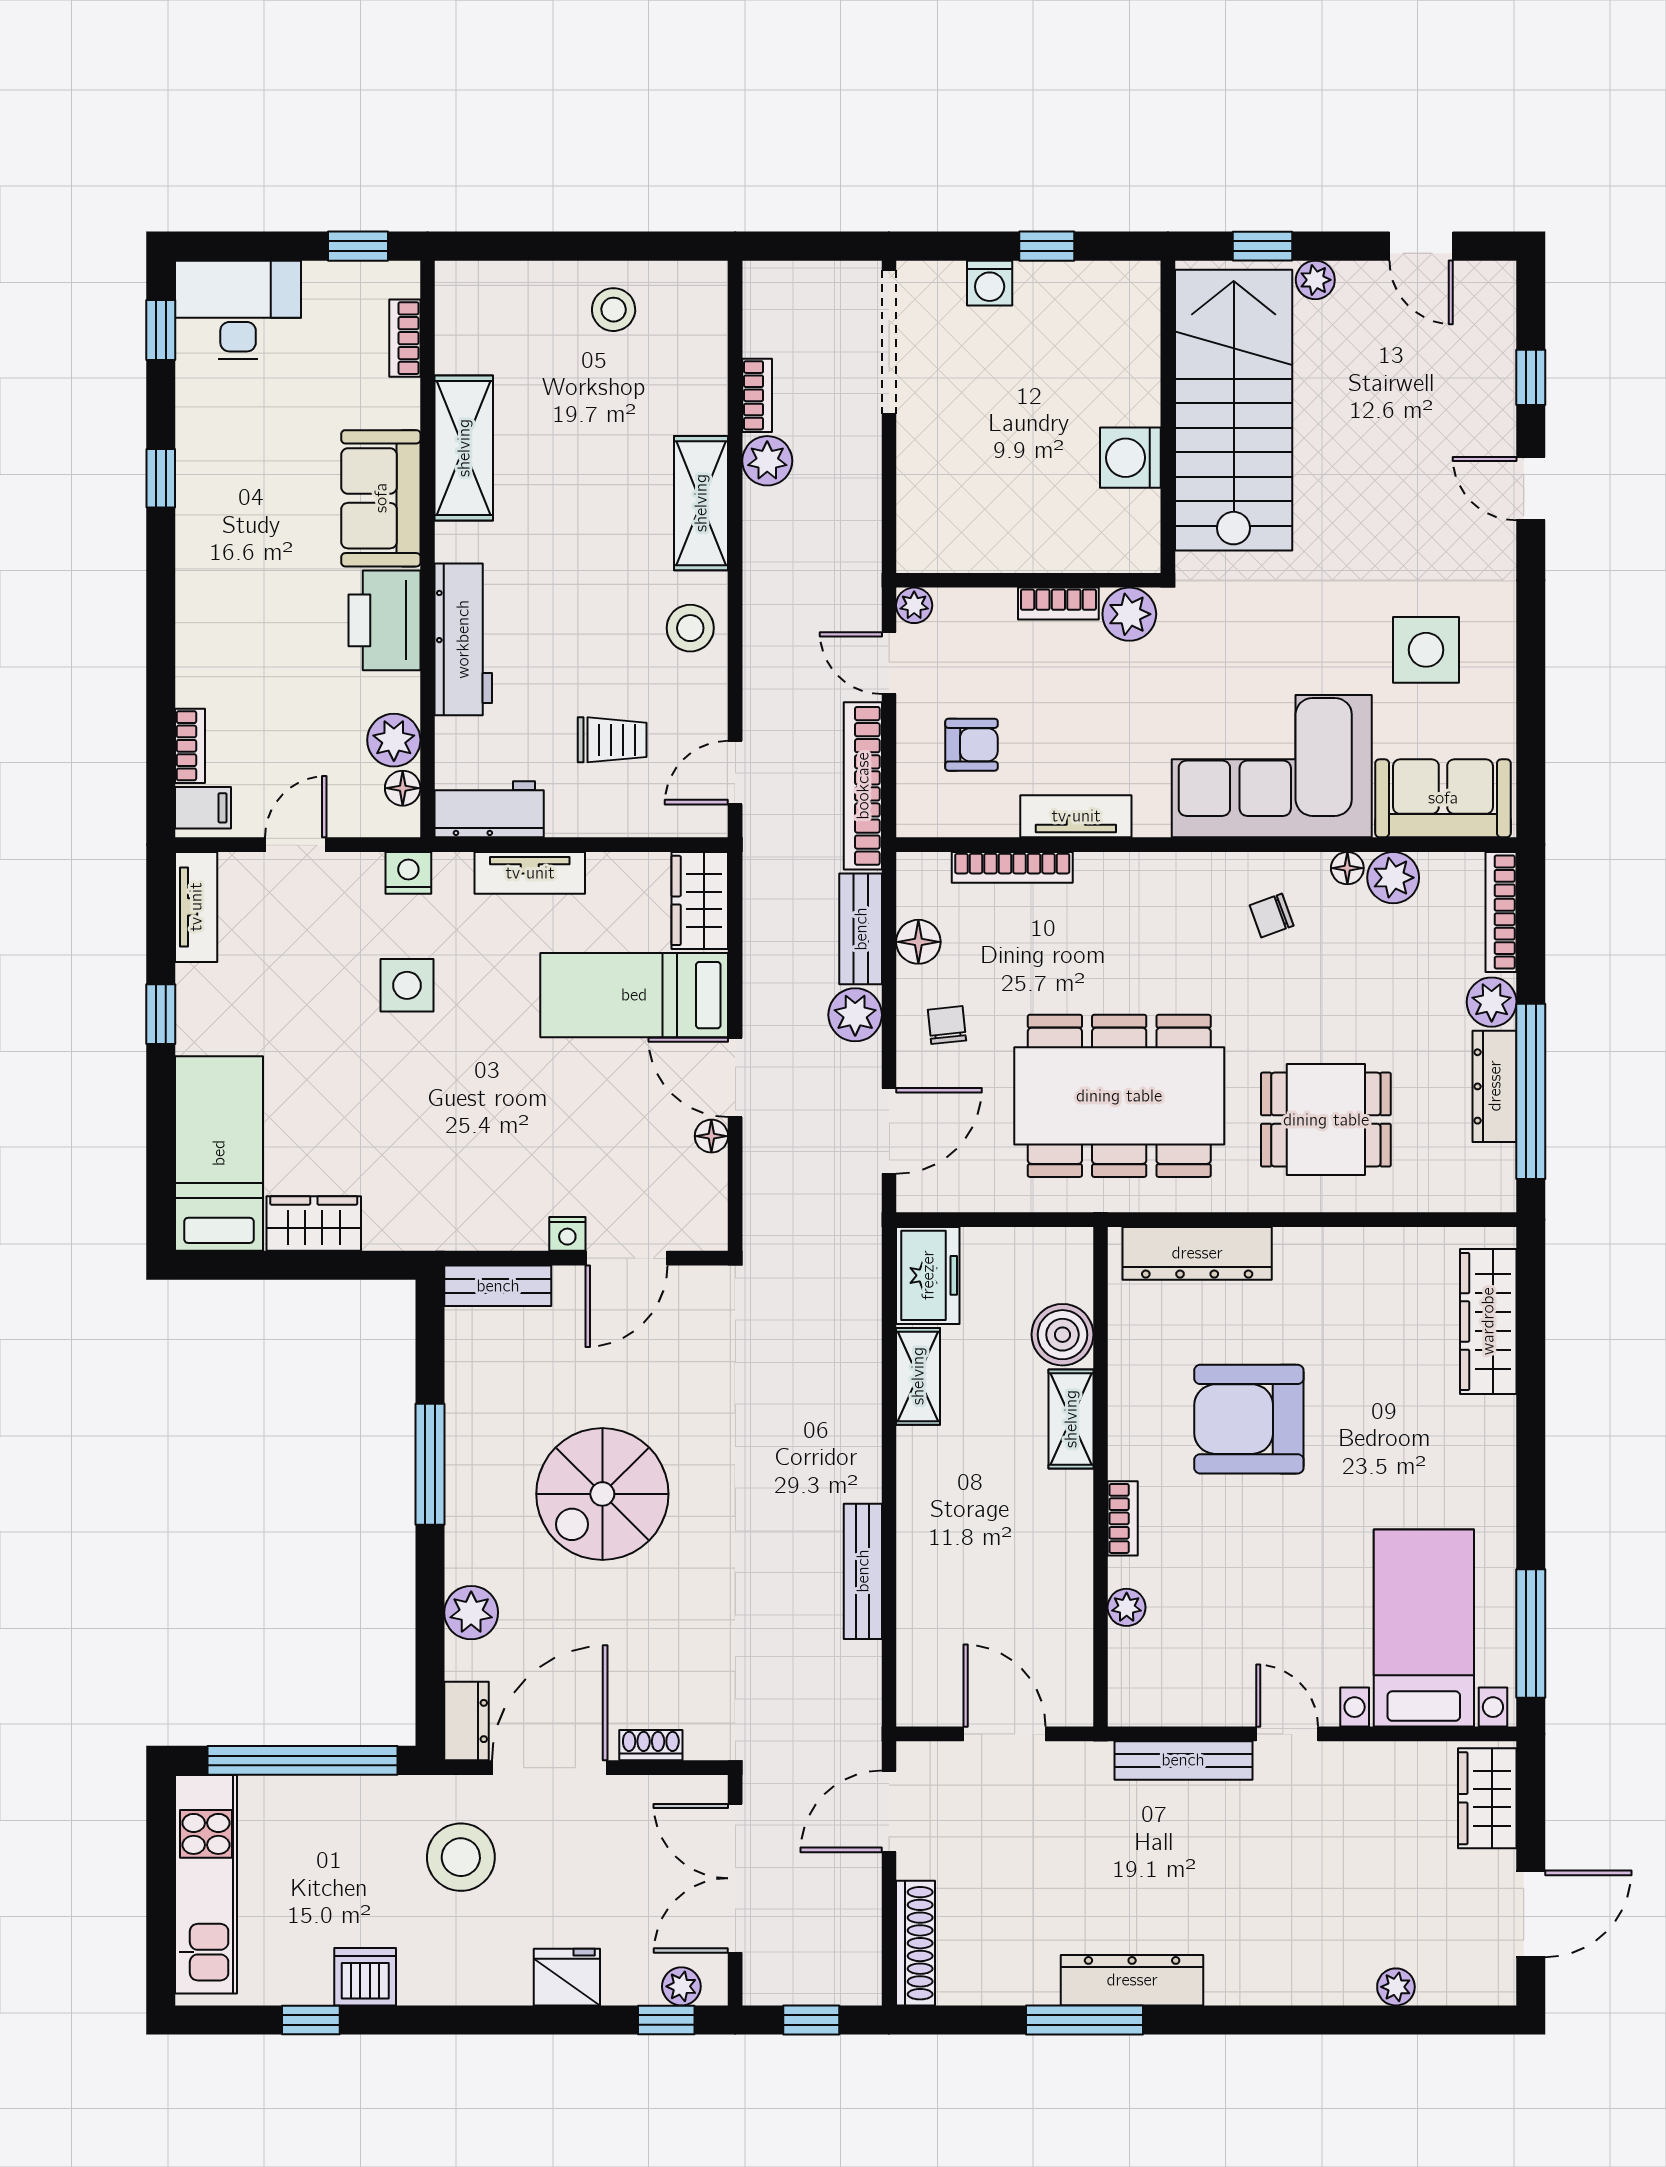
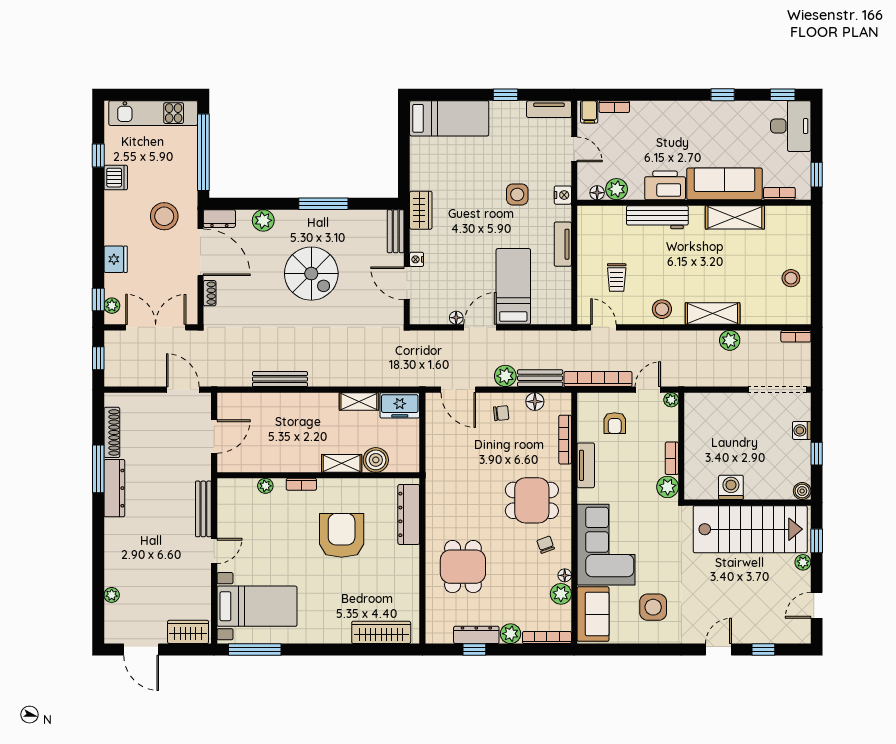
boiler: (1139, 282) -> (802, 491), added
bookcase: (757, 395) -> (796, 336), moved
sofa: (381, 498) -> (724, 184), width x1.36
workbench: (489, 809) -> (589, 228), removed
wardrobe: (700, 900) -> (552, 313), removed
window: (1531, 1091) -> (474, 650), width x0.32
dining table: (1119, 1096) -> (532, 500), moved, width x0.53, depth x0.80
wardrobe: (314, 1223) -> (421, 210), moved
spiral stairs: (602, 1494) -> (311, 274), turned 180
shoe rack: (915, 1943) -> (112, 432), moved, turned -90

